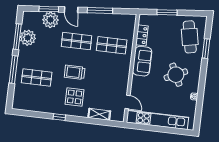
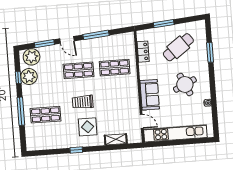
plant: (50, 20) -> (32, 57), moved
window: (17, 37) -> (18, 78), width x0.46
cafe table: (190, 37) -> (178, 47), moved, turned 65
sofa: (142, 61) -> (150, 95), moved

